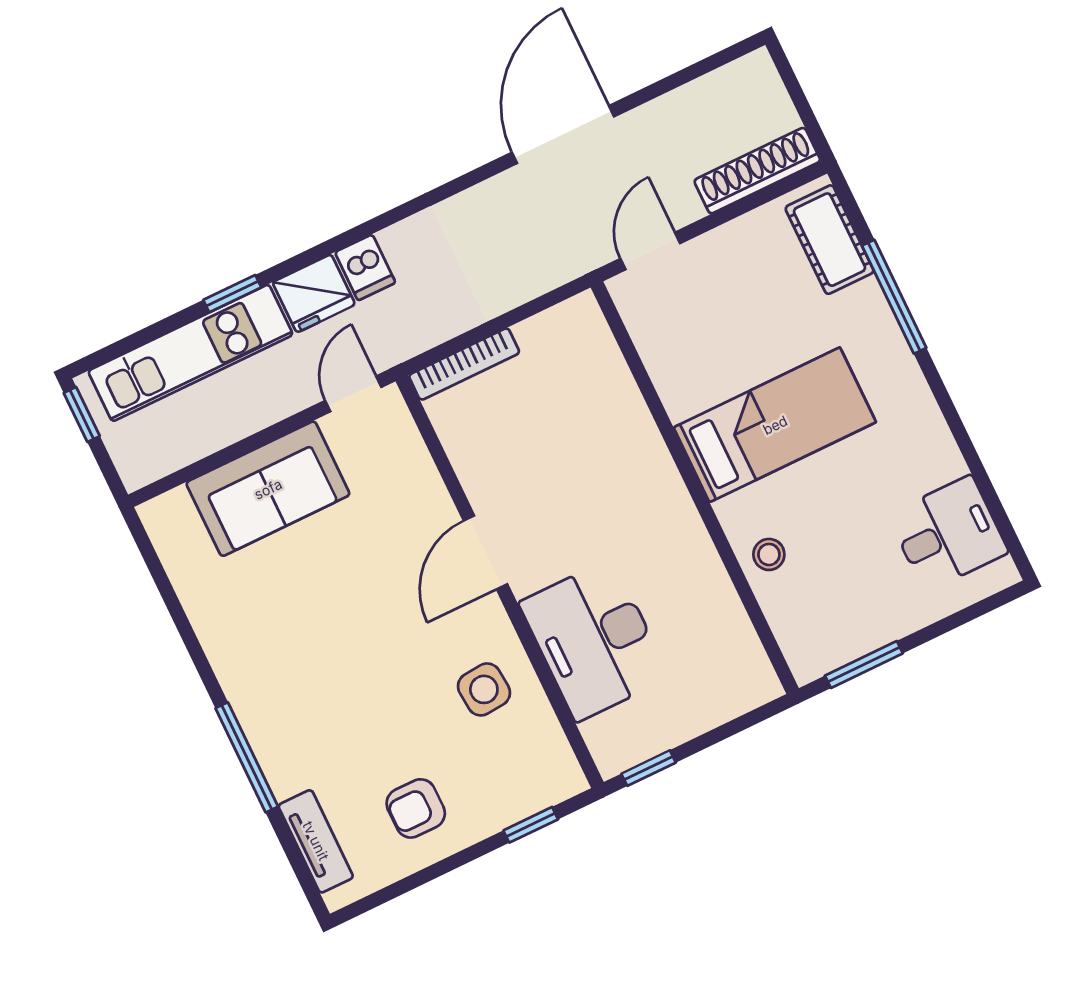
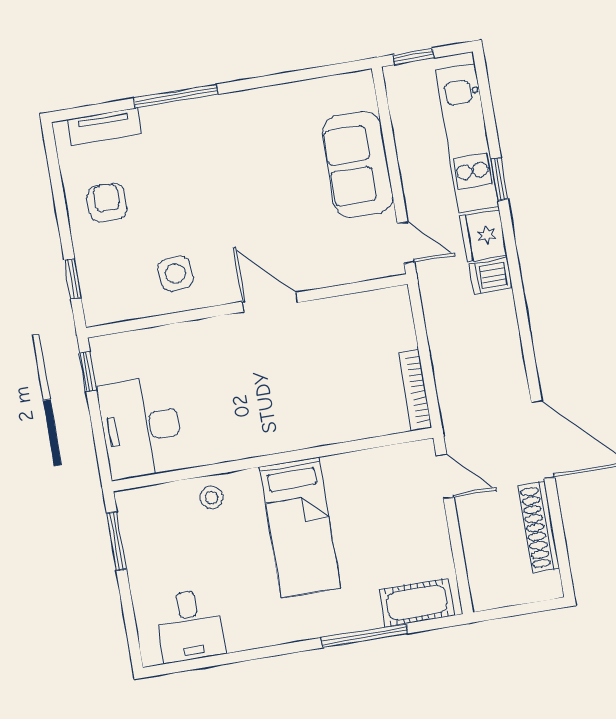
shoe rack: (757, 171) -> (539, 527), moved, turned 180
bookcase: (464, 364) -> (415, 390), moved
window: (82, 414) -> (414, 56), moved
desk: (594, 640) -> (141, 427), moved, turned -90

